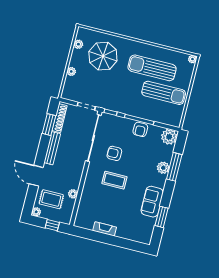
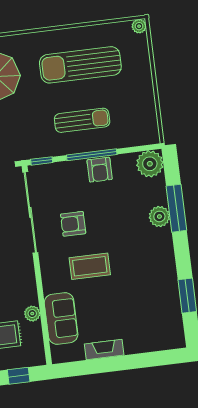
sun lounger: (164, 93) -> (82, 120), moved, width x0.73, depth x0.75
sofa: (152, 202) -> (61, 318), moved, turned 180

